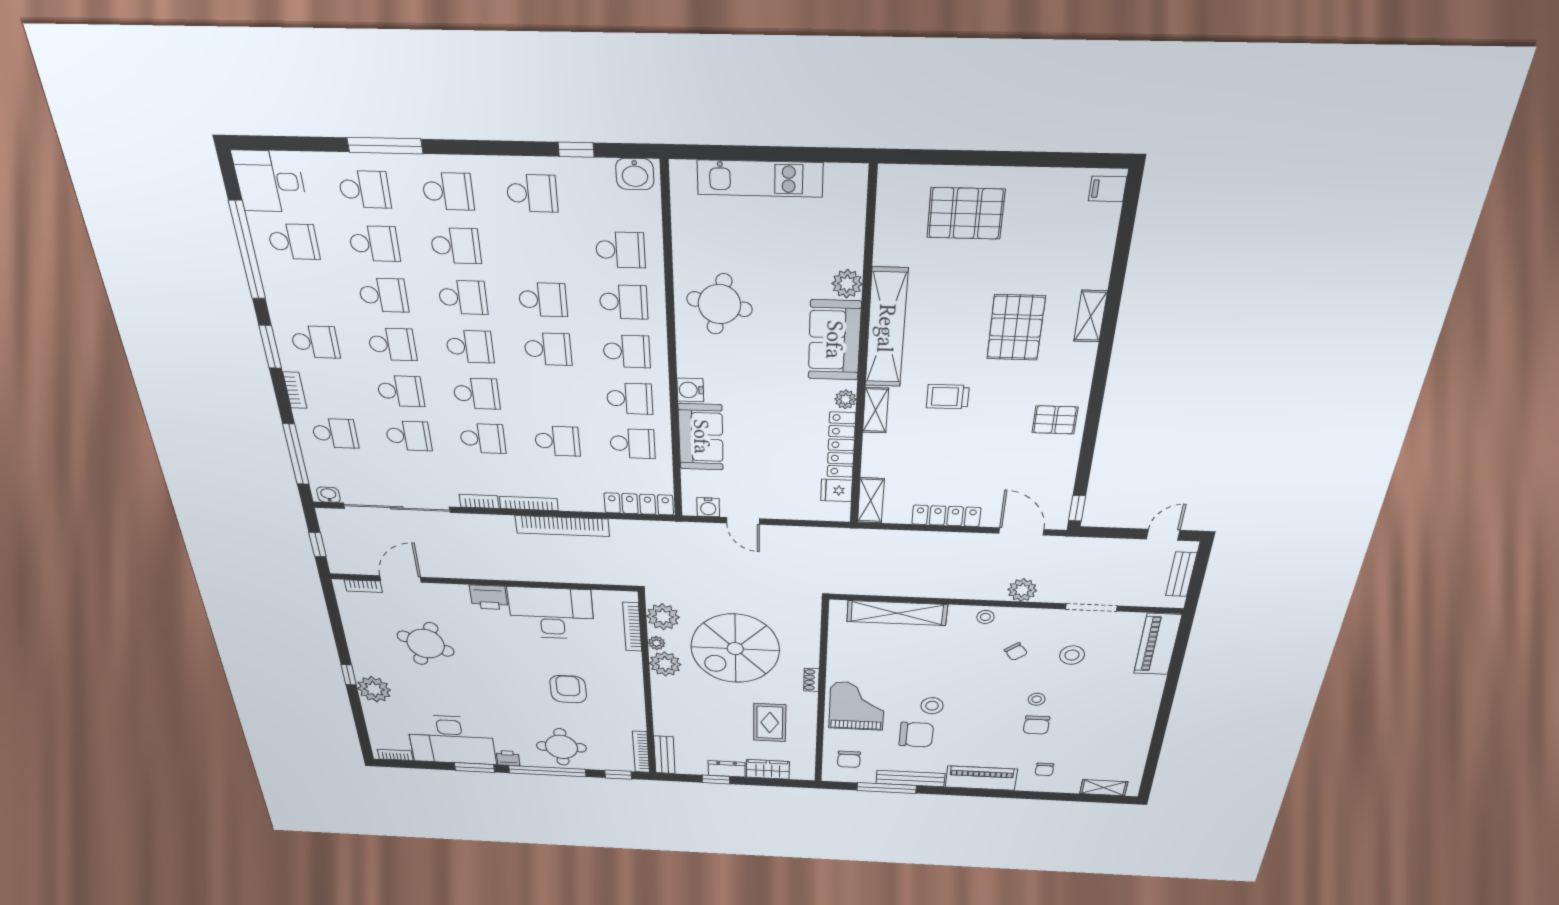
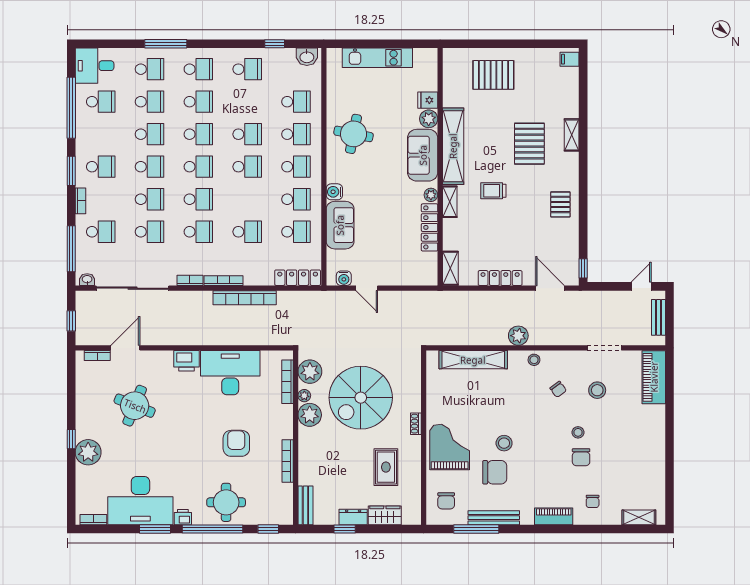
pallet: (1055, 420) -> (560, 204), turned 90
fridge: (836, 490) -> (428, 100), moved
plant: (1022, 590) -> (518, 336), moved
bookcase: (641, 752) -> (288, 461), moved
piano: (981, 778) -> (554, 516), width x0.73, depth x0.75

